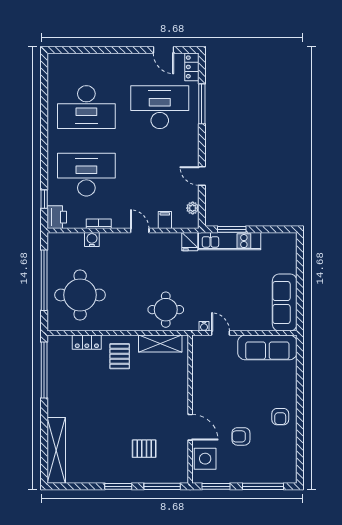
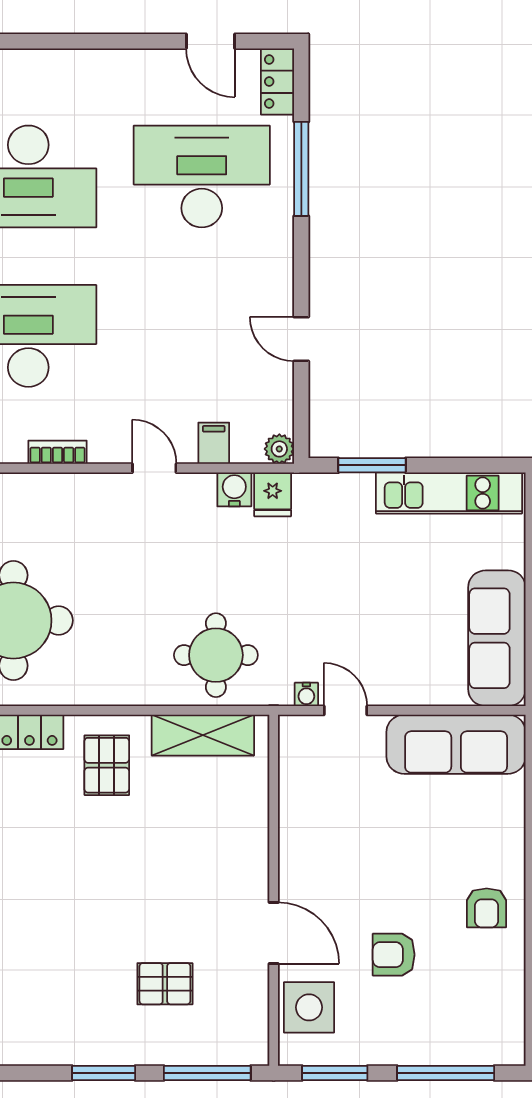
plant: (193, 208) -> (279, 449), moved
water cooler: (92, 240) -> (234, 489), moved
kitchen unit: (230, 241) -> (449, 493), moved

